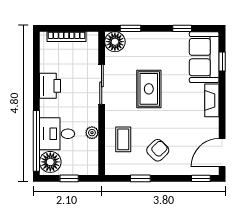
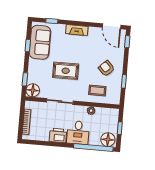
sofa: (204, 57) -> (40, 42), moved, turned -90
desk: (57, 134) -> (78, 133), moved

